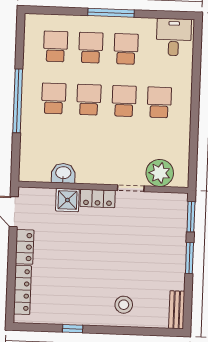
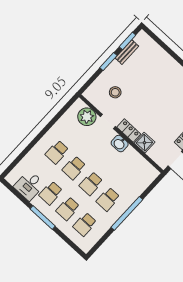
desk: (174, 37) -> (29, 185), moved
washbasin: (63, 173) -> (120, 144), moved
window: (191, 217) -> (128, 41), moved
stool: (124, 305) -> (115, 92), moved
bench: (177, 310) -> (127, 52), moved

